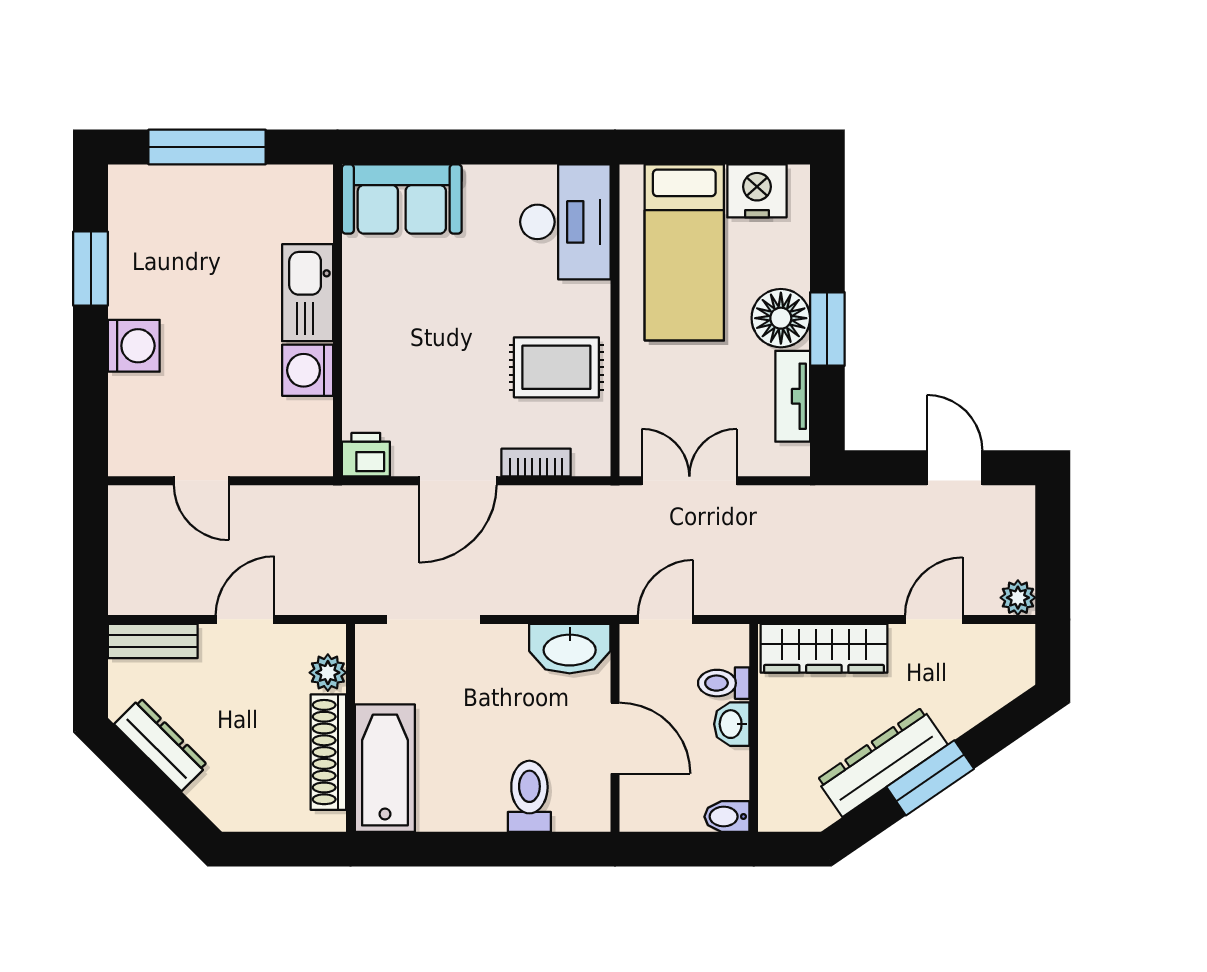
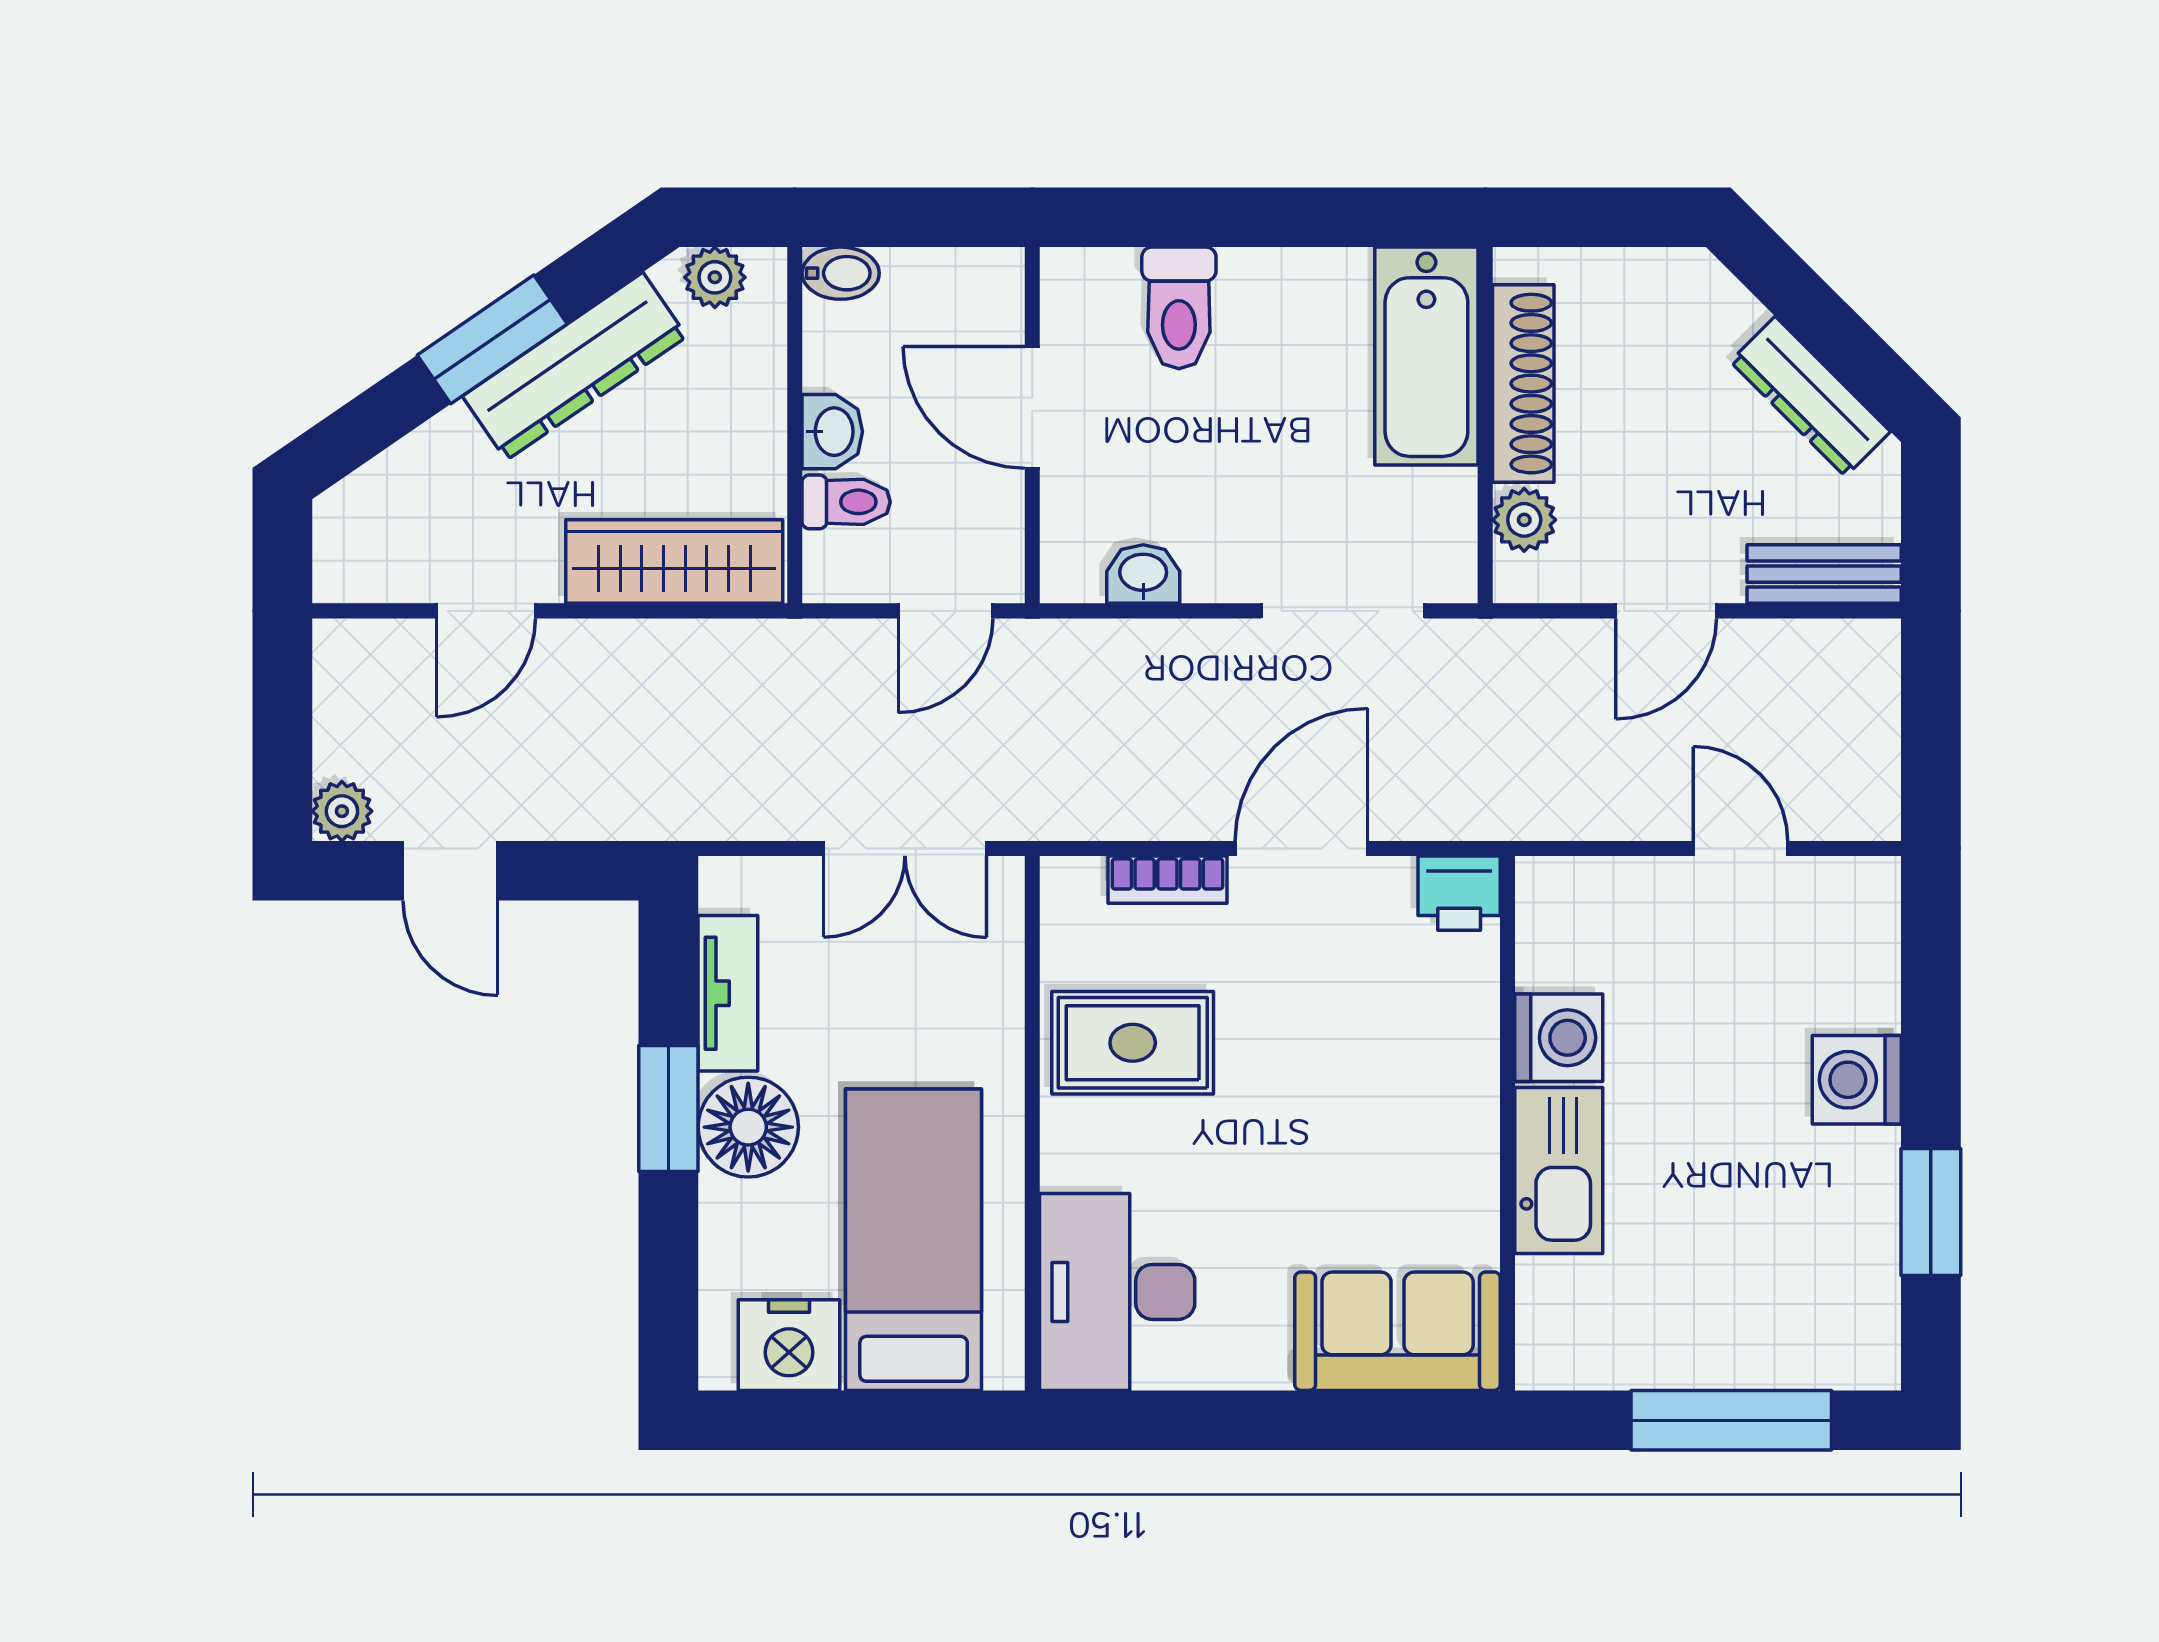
plant: (1018, 598) -> (342, 811), moved
washbasin: (570, 649) -> (1143, 574), width x0.52, depth x0.69
plant: (800, 814) -> (715, 277), added

